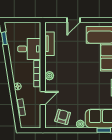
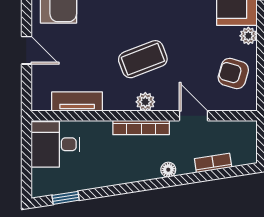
desk: (29, 49) -> (55, 144), moved, turned -90
coffee table: (69, 74) -> (143, 59), added

